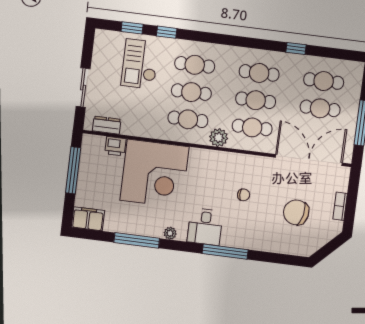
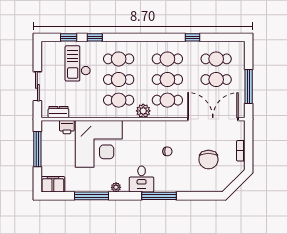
chair: (296, 212) -> (208, 160), turned -102

